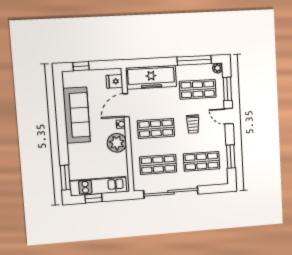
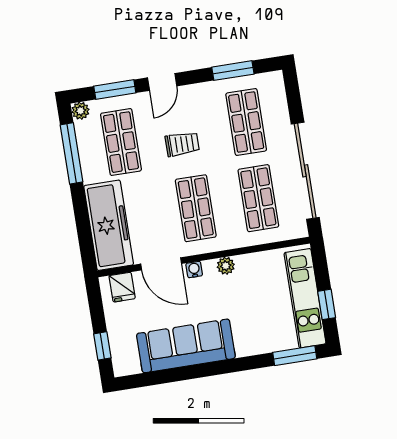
plant: (117, 143) -> (226, 266), width x0.53, depth x0.53

